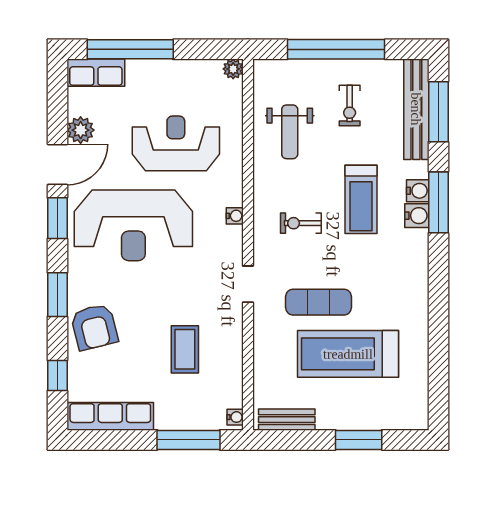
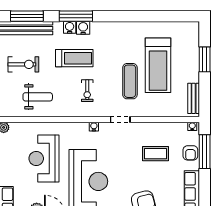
exercise bike: (350, 105) -> (23, 64), width x1.38, depth x1.39
water cooler: (235, 216) -> (94, 127), moved
armchair: (186, 414) -> (190, 153), added

